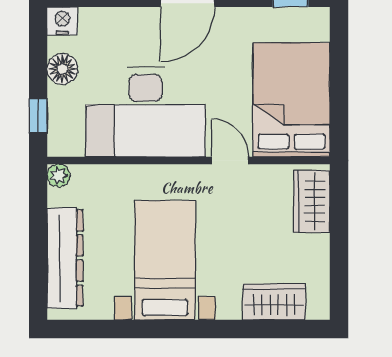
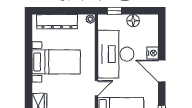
nightstand: (62, 21) -> (153, 53), moved

